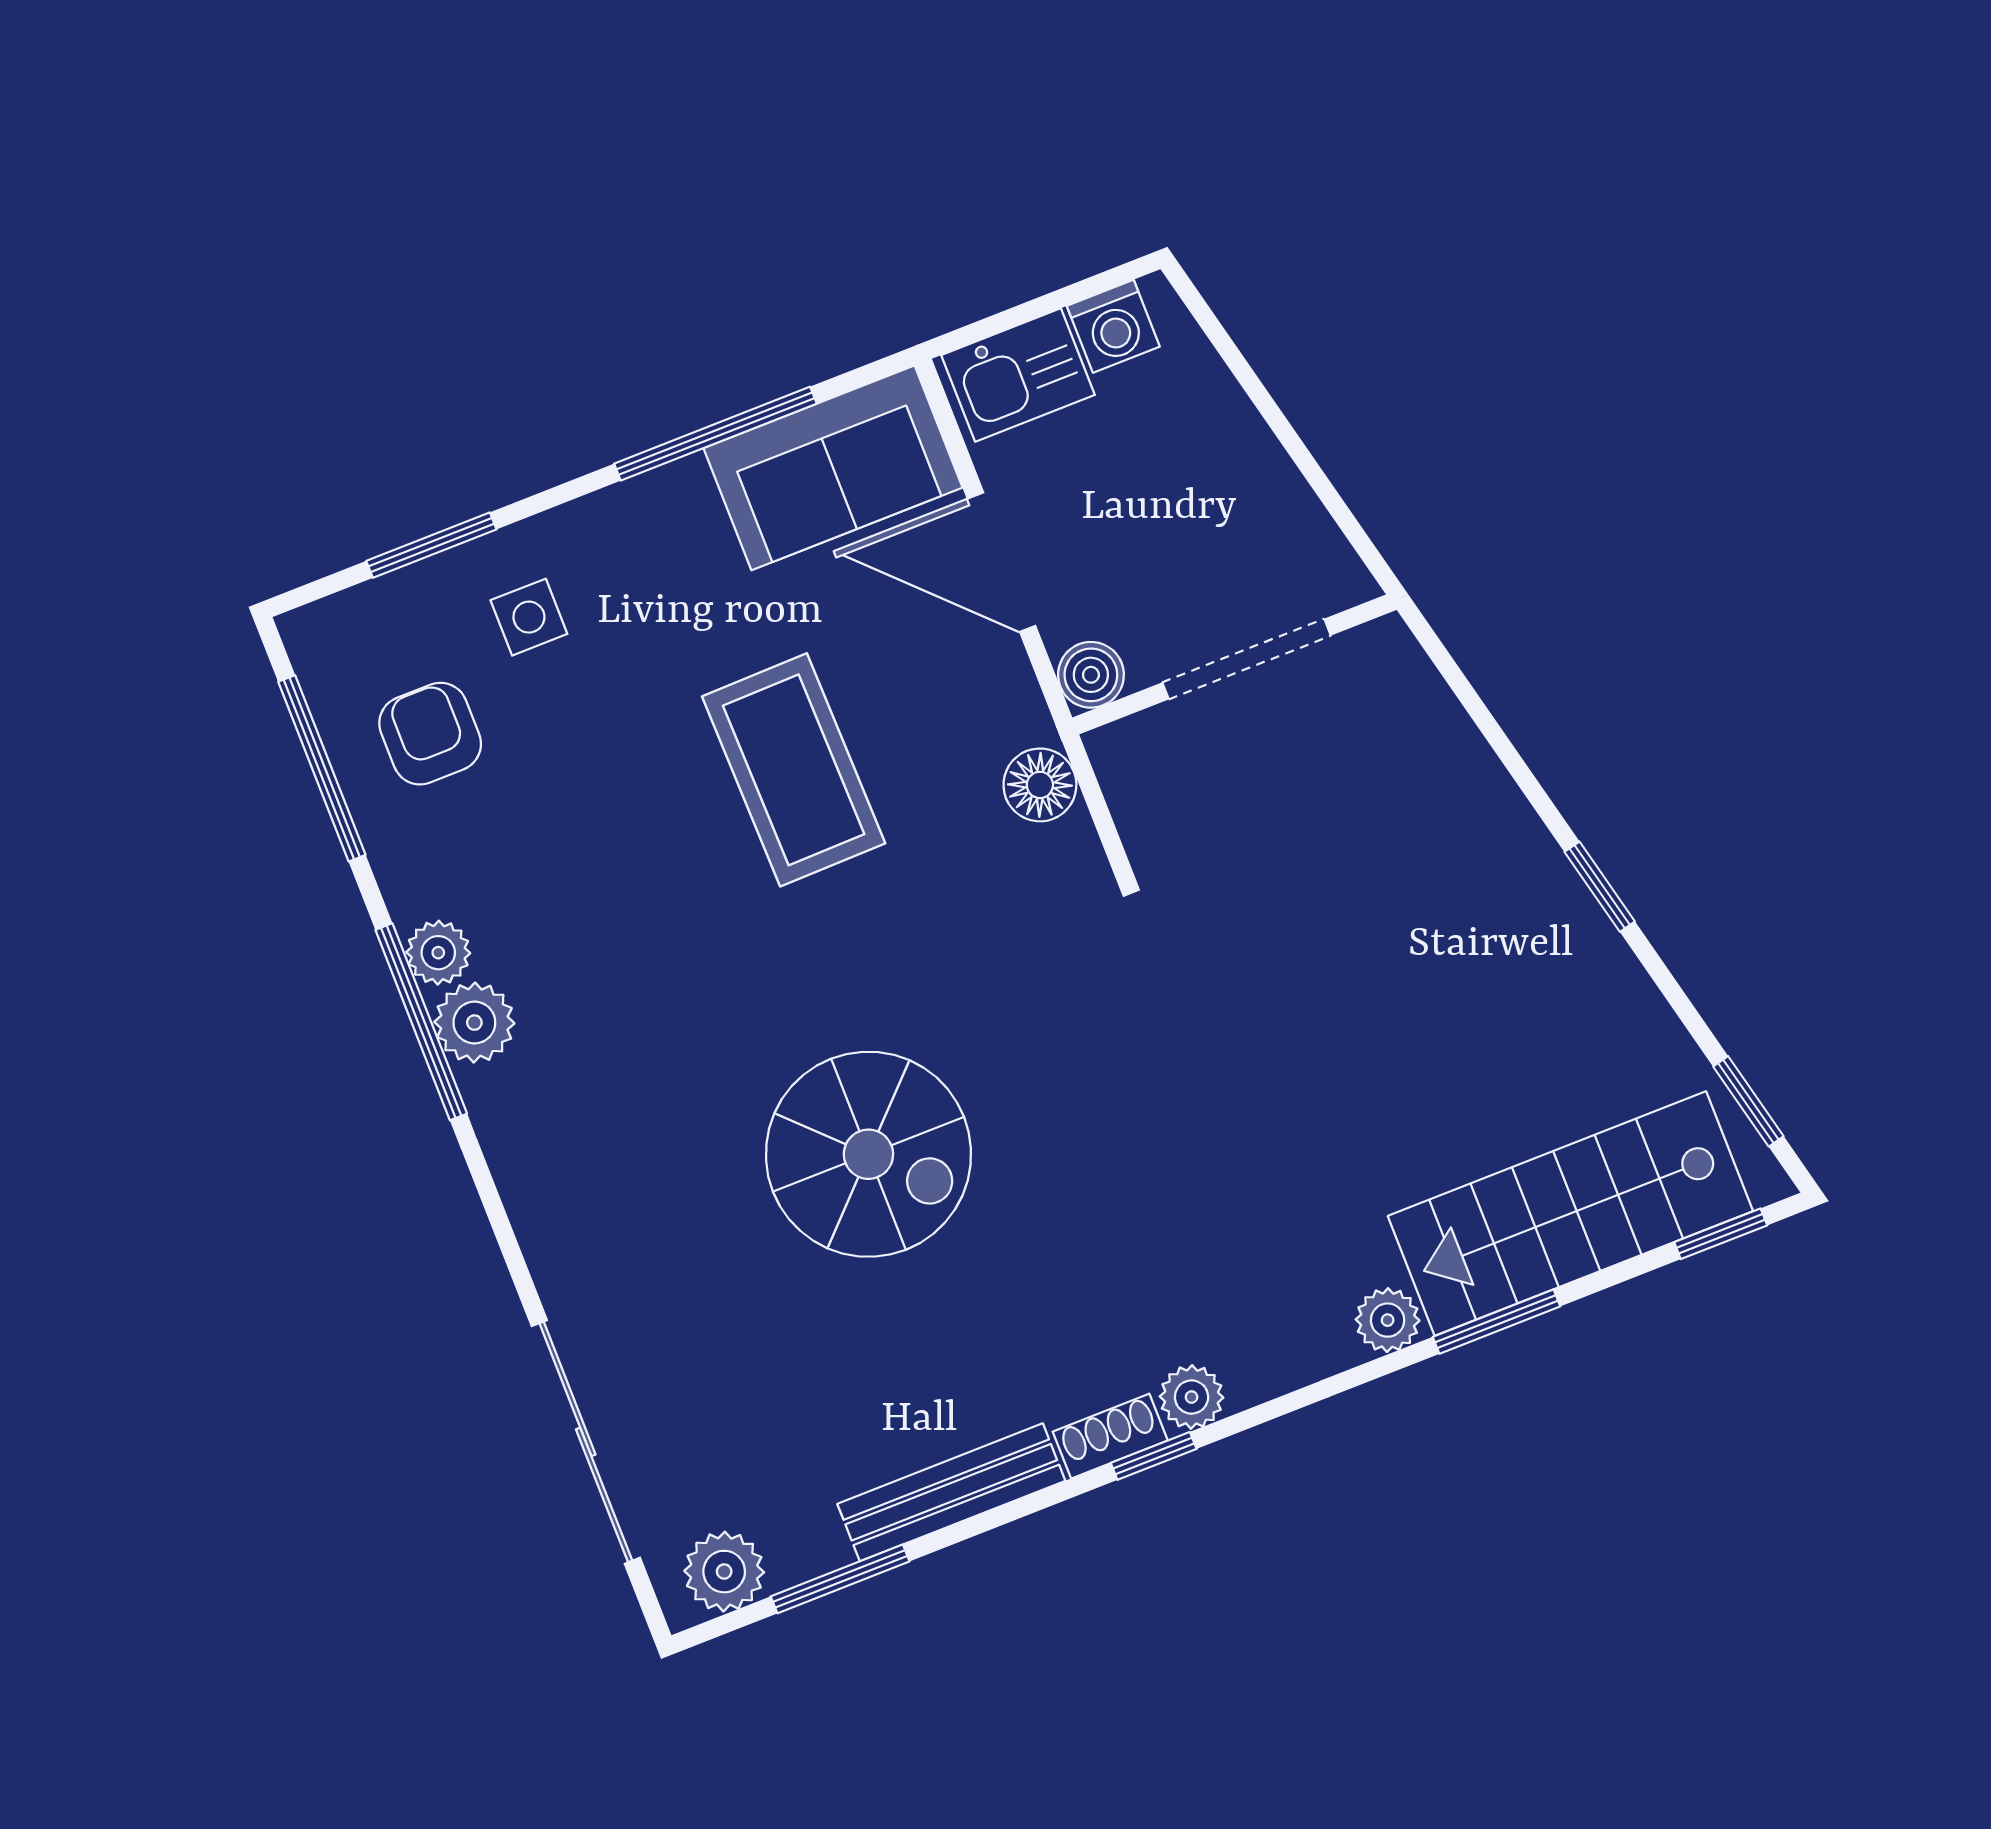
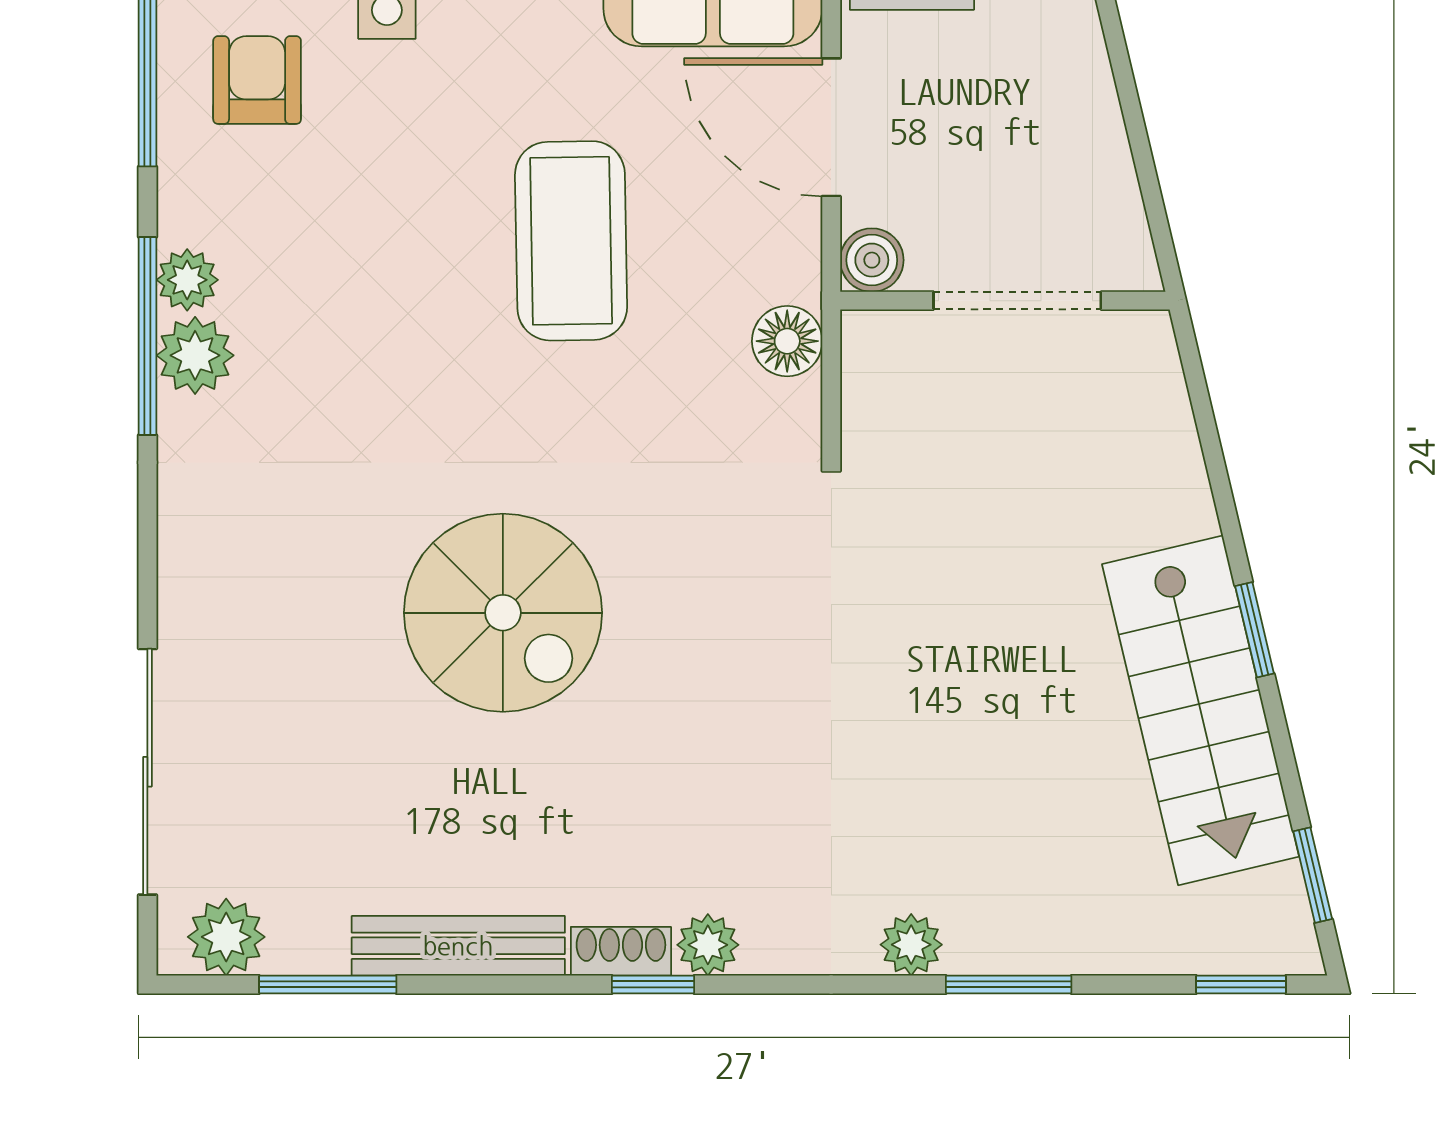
stairs: (1570, 1214) -> (1201, 710), moved, turned -103

